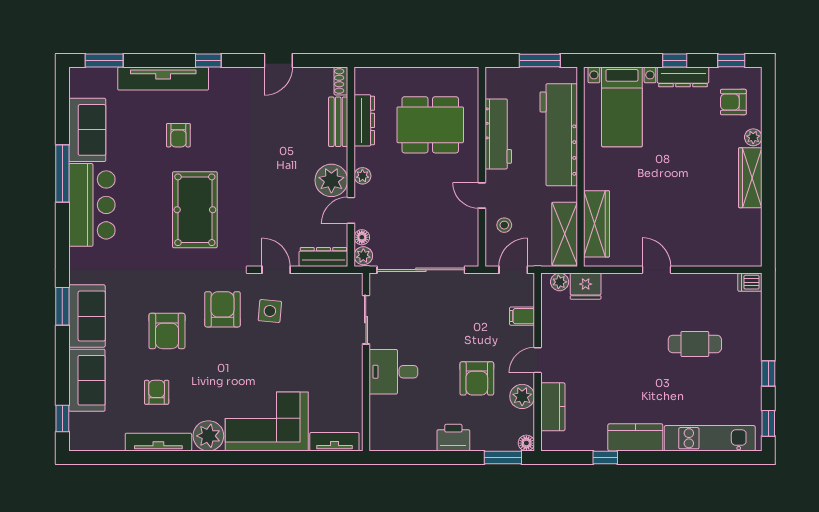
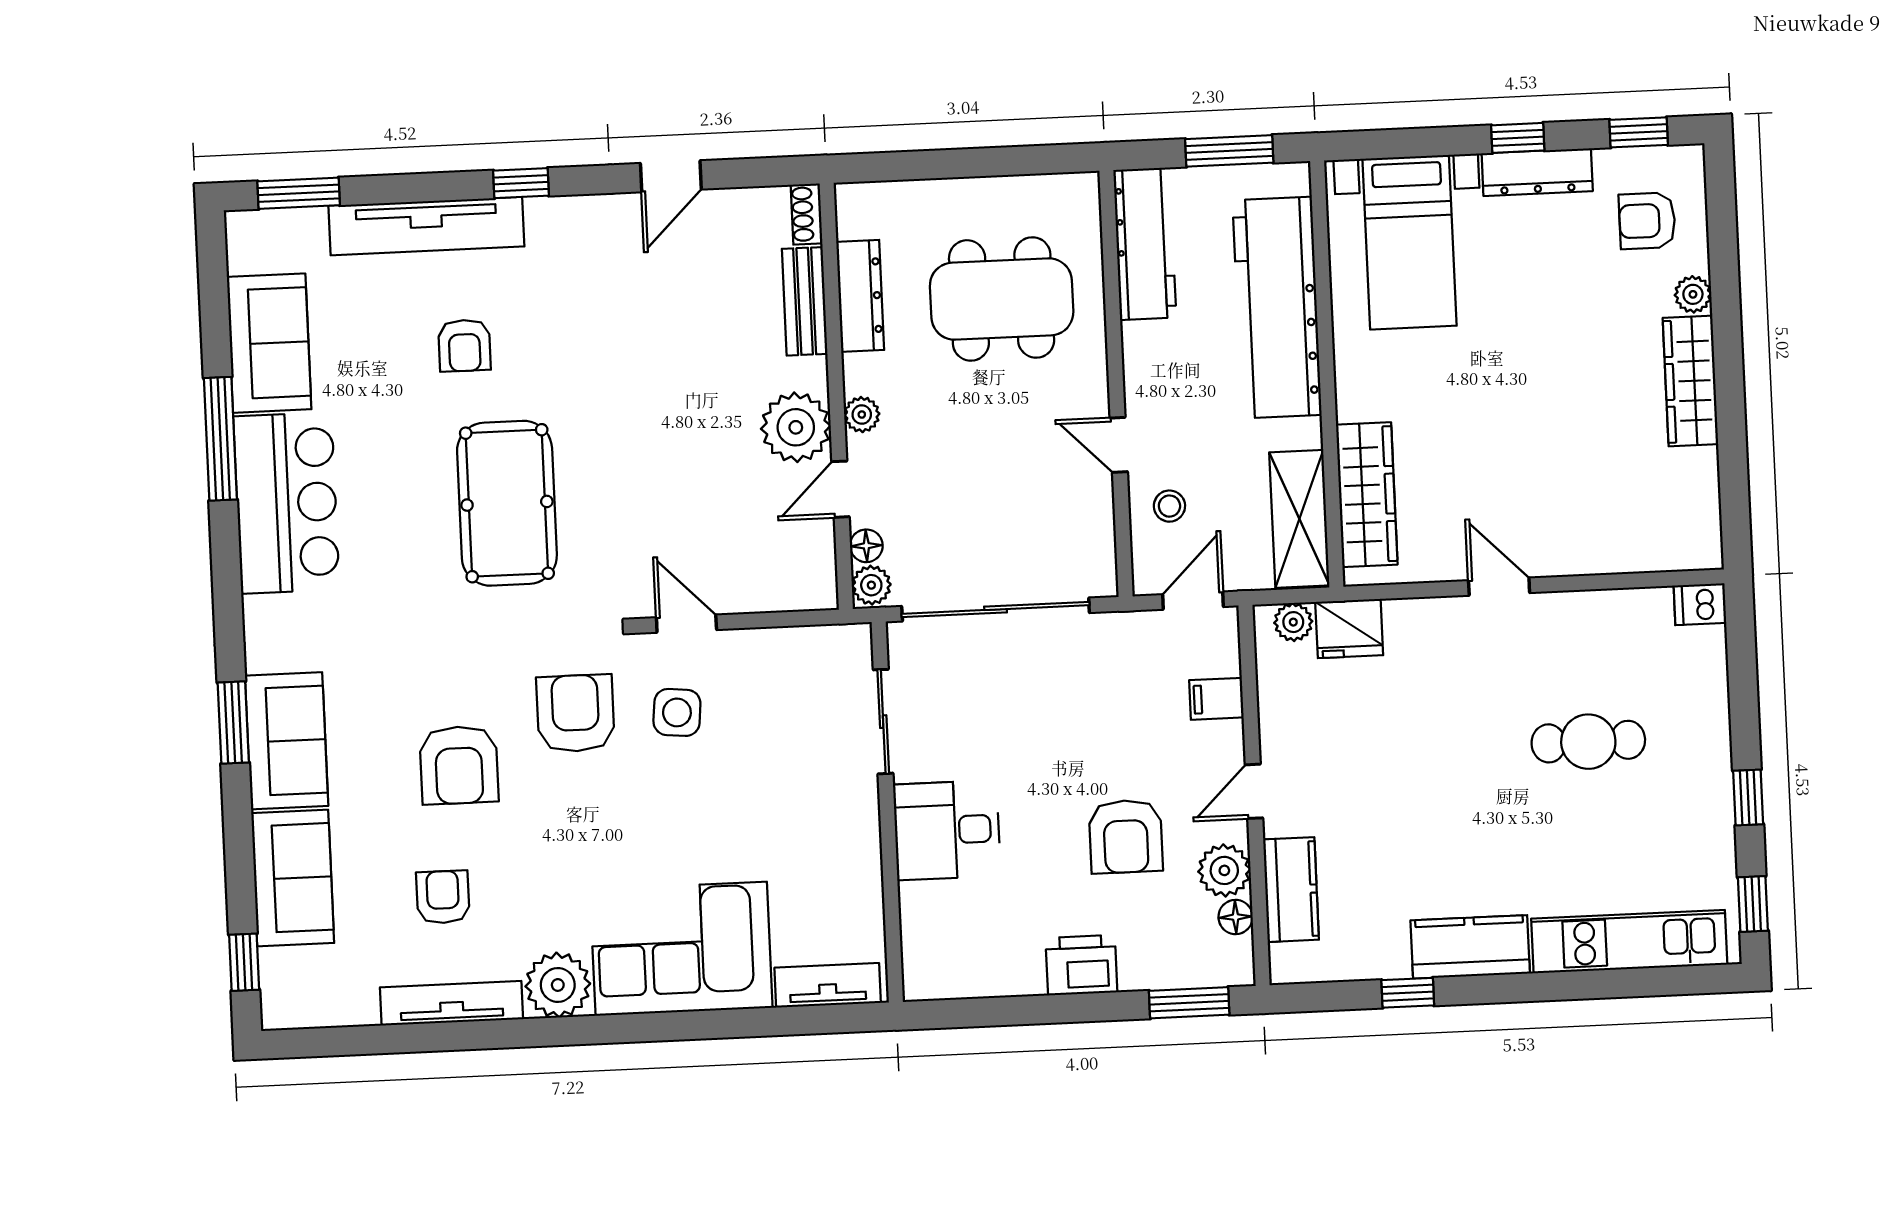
workbench: (498, 134) -> (1145, 244), moved
dresser: (323, 257) -> (786, 592), removed
floor lamp: (526, 443) -> (1236, 917), moved

